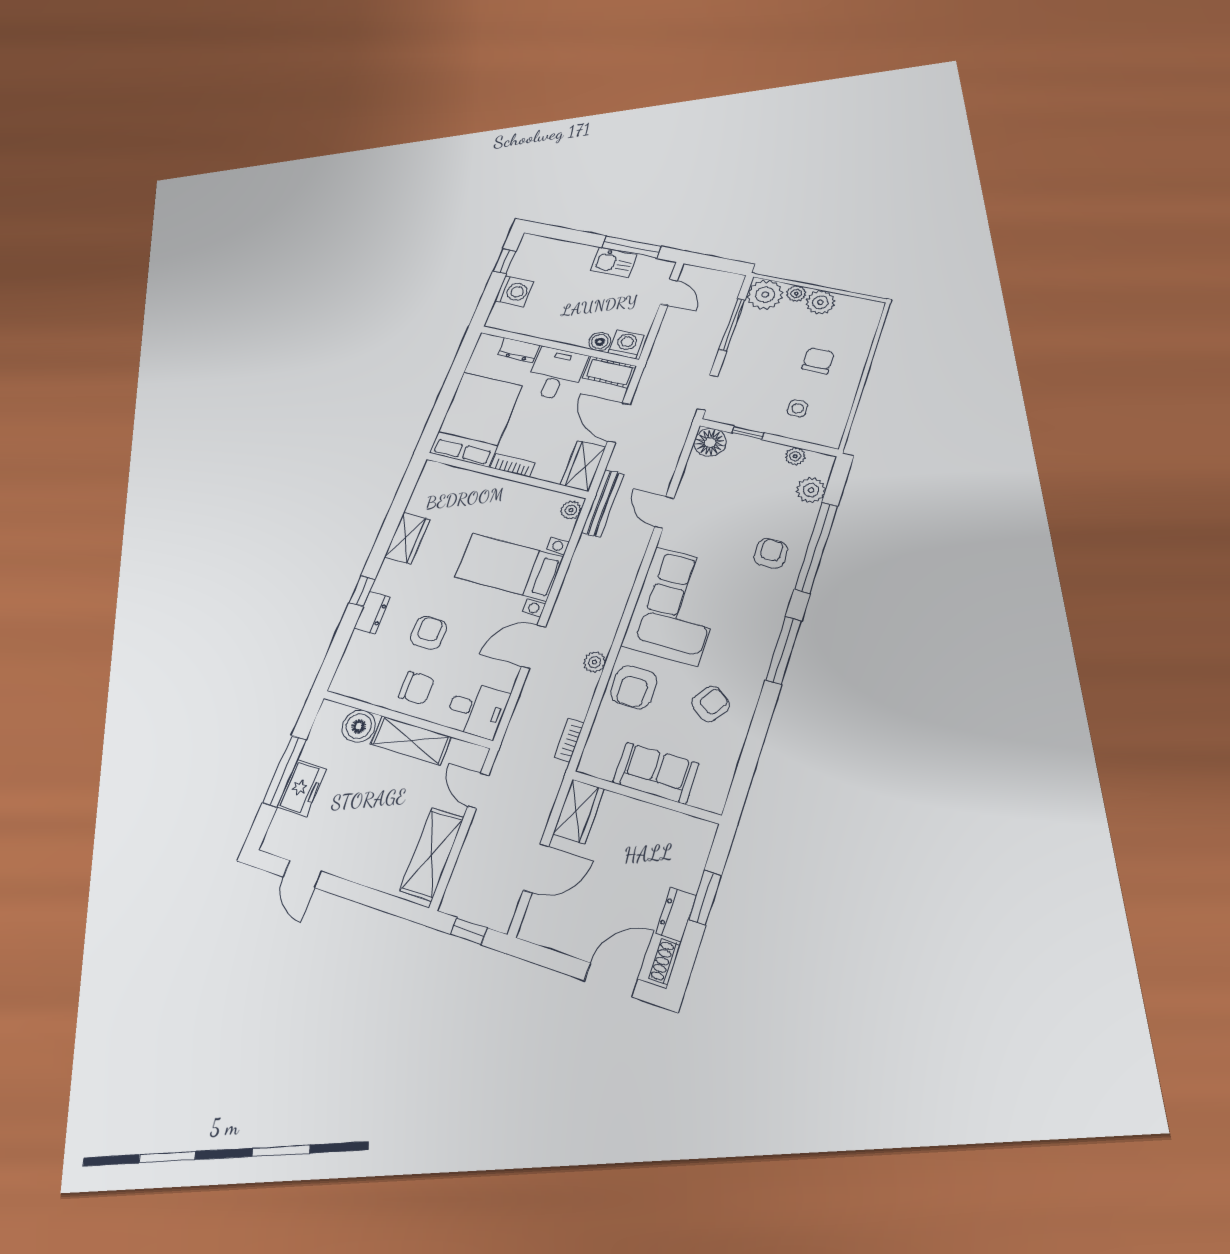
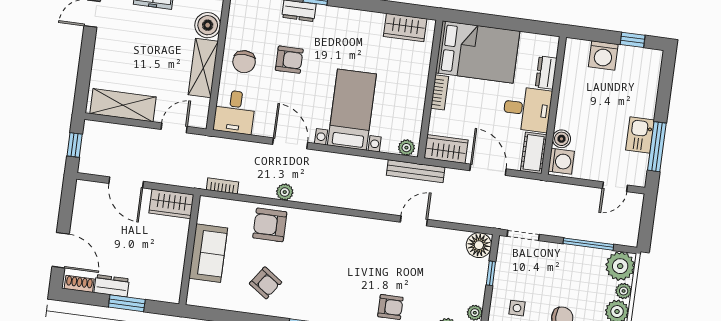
door: (619, 423) -> (488, 170), hinge flipped
wardrobe: (407, 538) -> (405, 28), moved
corner sofa: (676, 606) -> (338, 244), removed

